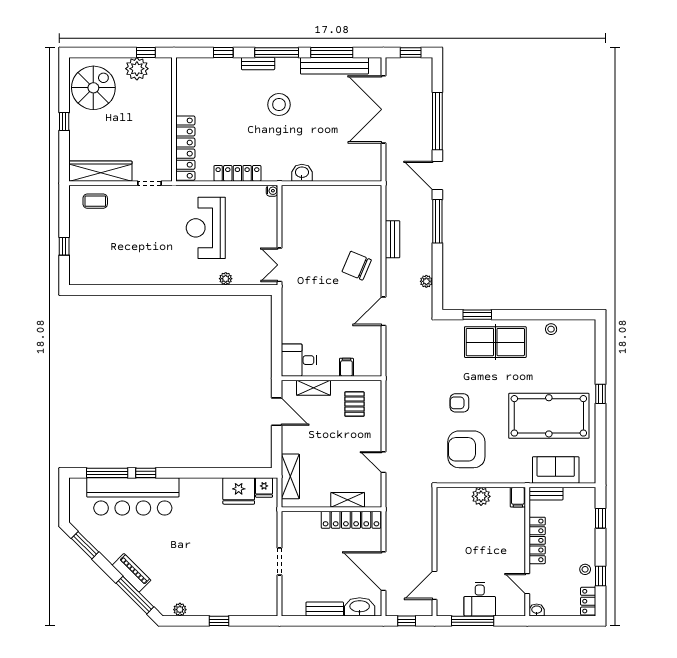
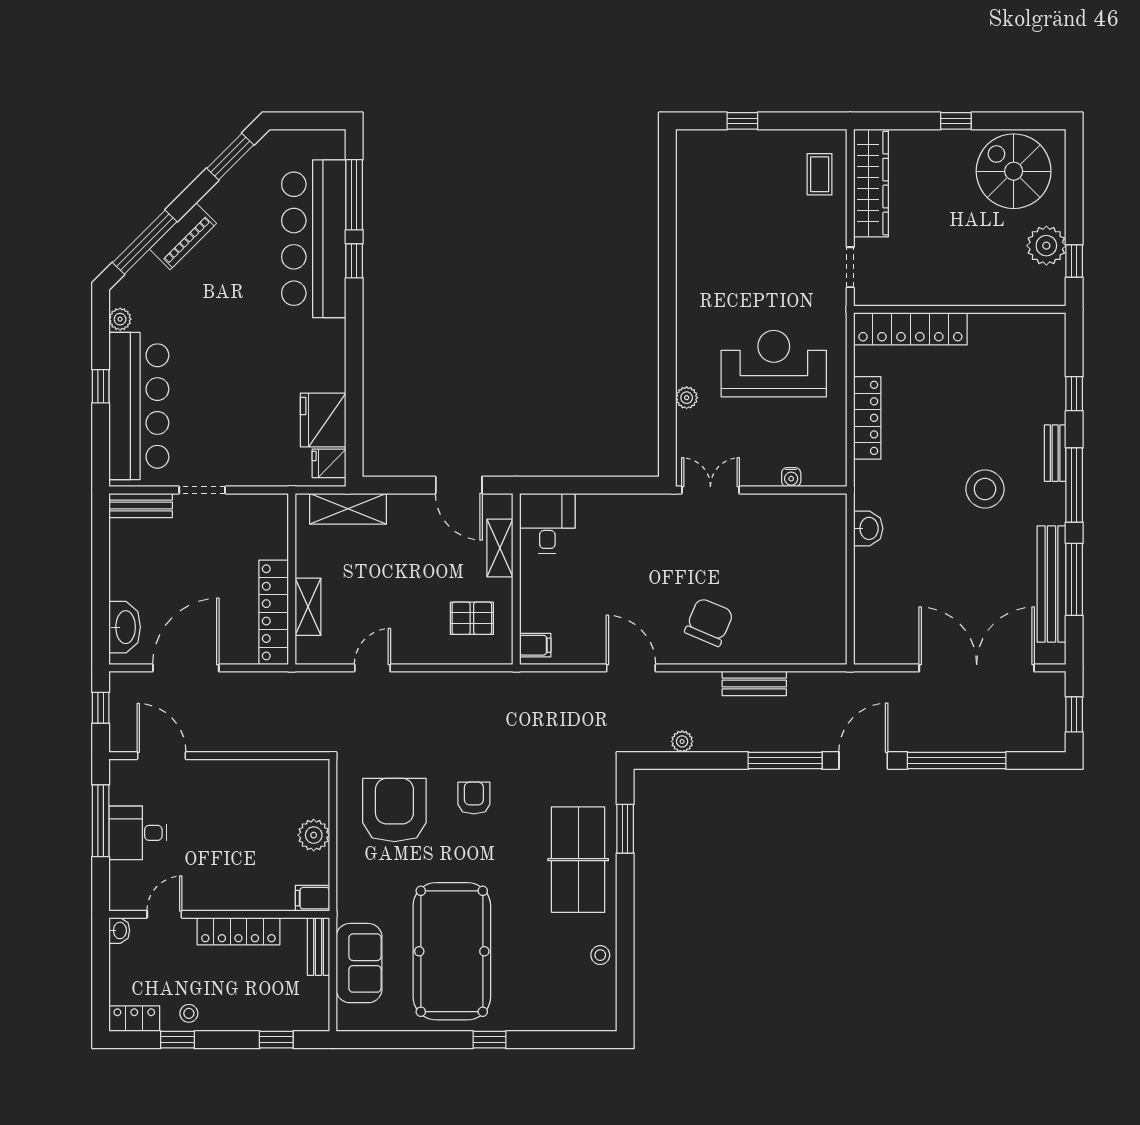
spiral stairs: (93, 88) -> (1014, 171), turned 180
water cooler: (272, 191) -> (791, 477), moved
filing cabinet: (346, 367) -> (535, 645), moved
door: (277, 412) -> (459, 485), hinge flipped
bar counter: (231, 599) -> (139, 406), added
bench: (325, 609) -> (141, 505), moved, turned 90

